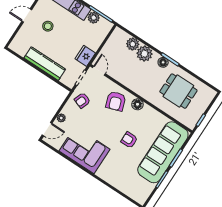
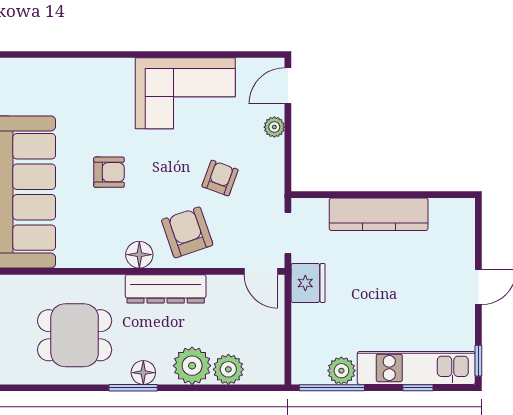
stool: (48, 26) -> (422, 293), removed
dresser: (136, 86) -> (166, 289), added
armchair: (82, 100) -> (220, 178), moved

